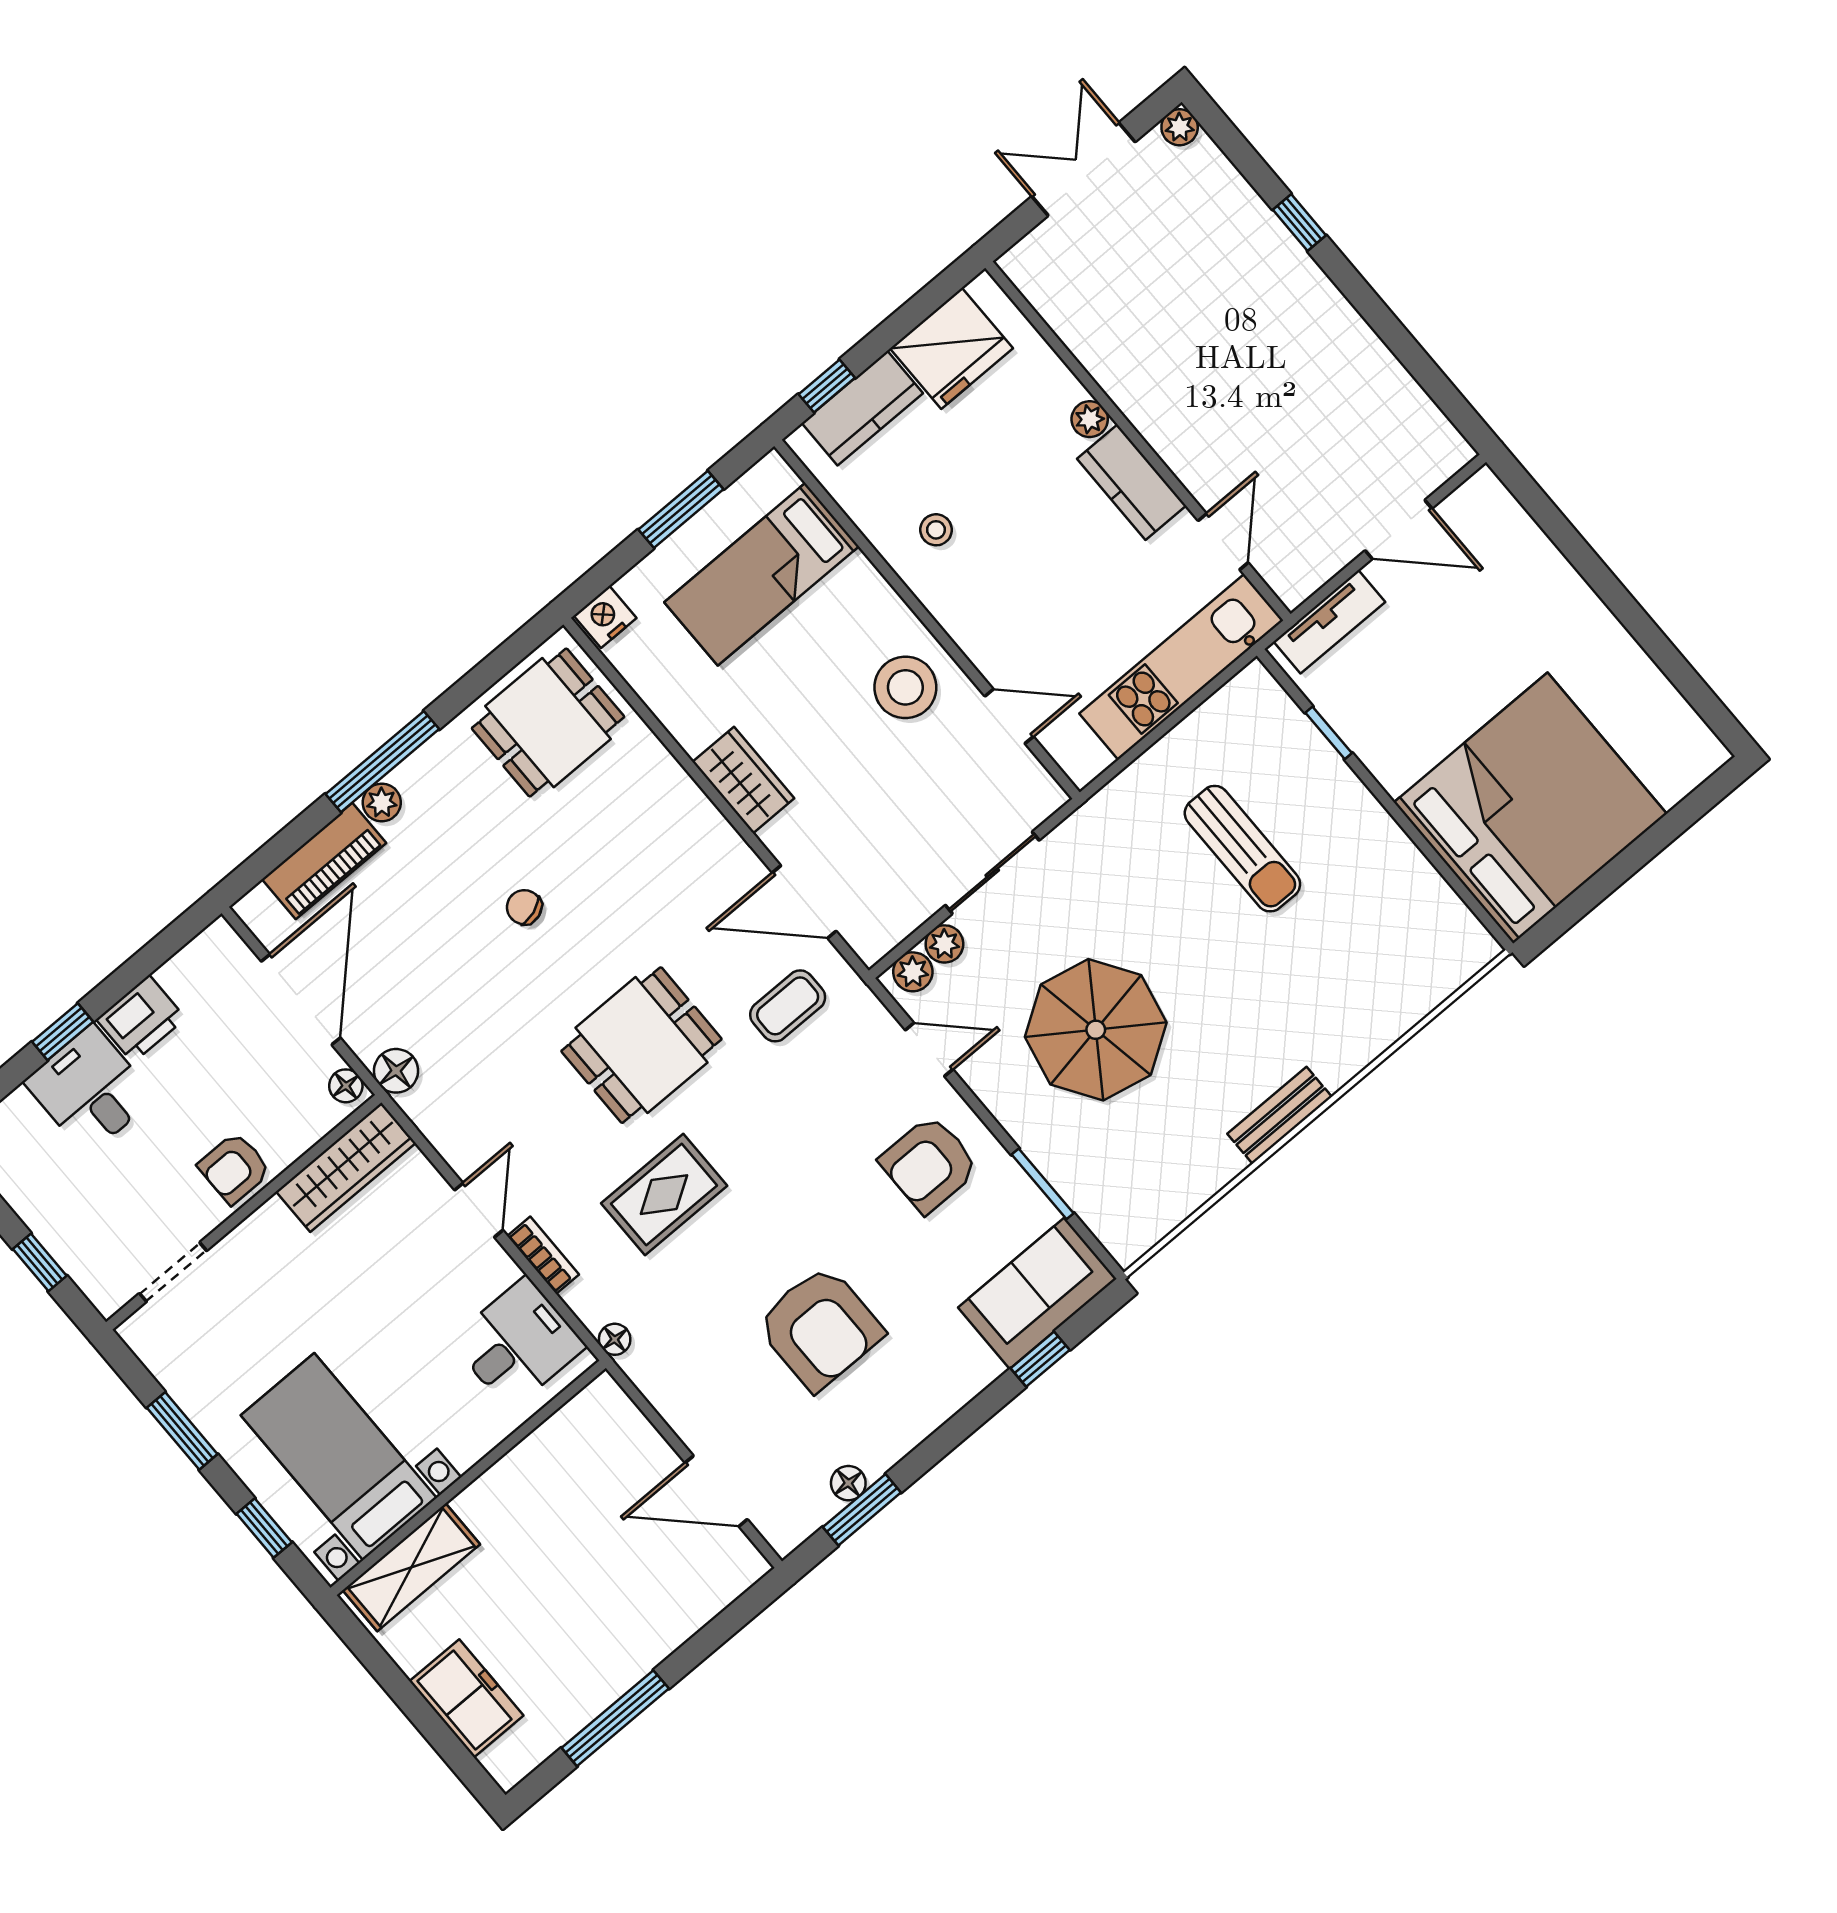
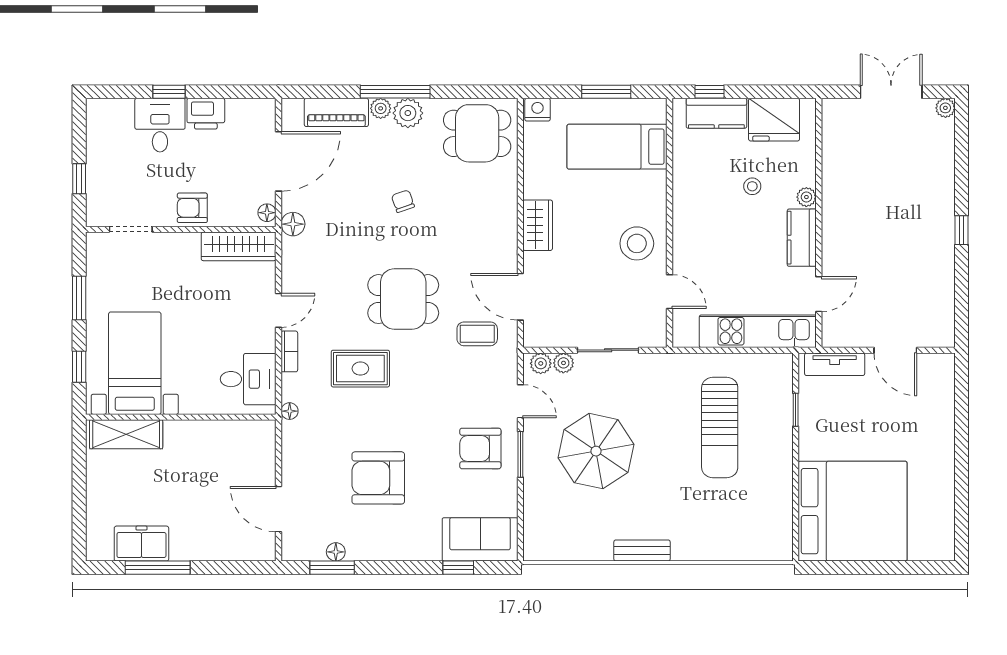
window: (1299, 222) -> (962, 230), moved
stool: (936, 530) -> (752, 186), moved
plant: (426, 777) -> (408, 113), added
sun lounger: (1242, 849) -> (720, 428), width x1.36, depth x1.34
window: (1043, 1184) -> (520, 454), moved
armchair: (820, 1328) -> (378, 478), turned 90
freezer: (466, 1698) -> (141, 544), moved, turned -90

